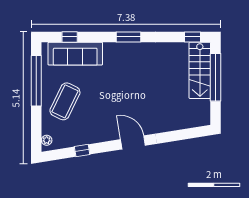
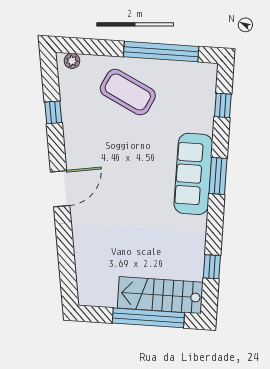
window: (129, 37) -> (218, 176), moved
window: (192, 37) -> (212, 267), moved
sofa: (75, 54) -> (193, 174), moved

